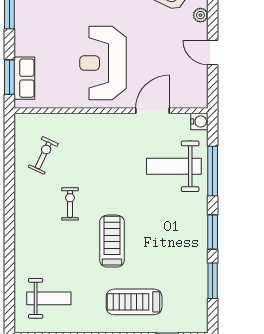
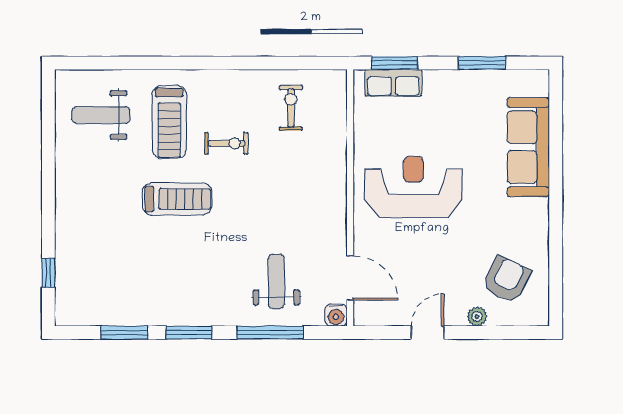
door: (152, 111) -> (350, 278), moved
exercise bike: (43, 155) -> (291, 108), turned -115
weight bench: (174, 166) -> (276, 281), width x0.73, depth x0.75
weight bench: (49, 298) -> (101, 115), turned 90
treadmill: (134, 302) -> (169, 122), moved, turned 180

